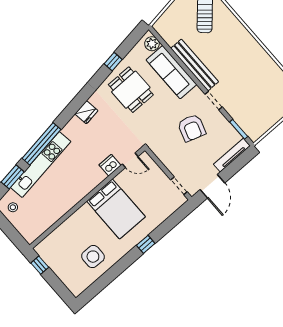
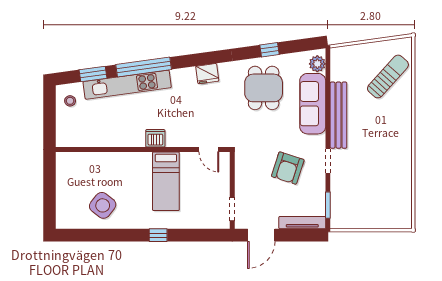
dishwasher: (110, 165) -> (155, 138), moved
bed: (116, 209) -> (166, 181), width x0.67
side table: (93, 257) -> (103, 205), turned 36
window: (40, 265) -> (49, 172), removed

